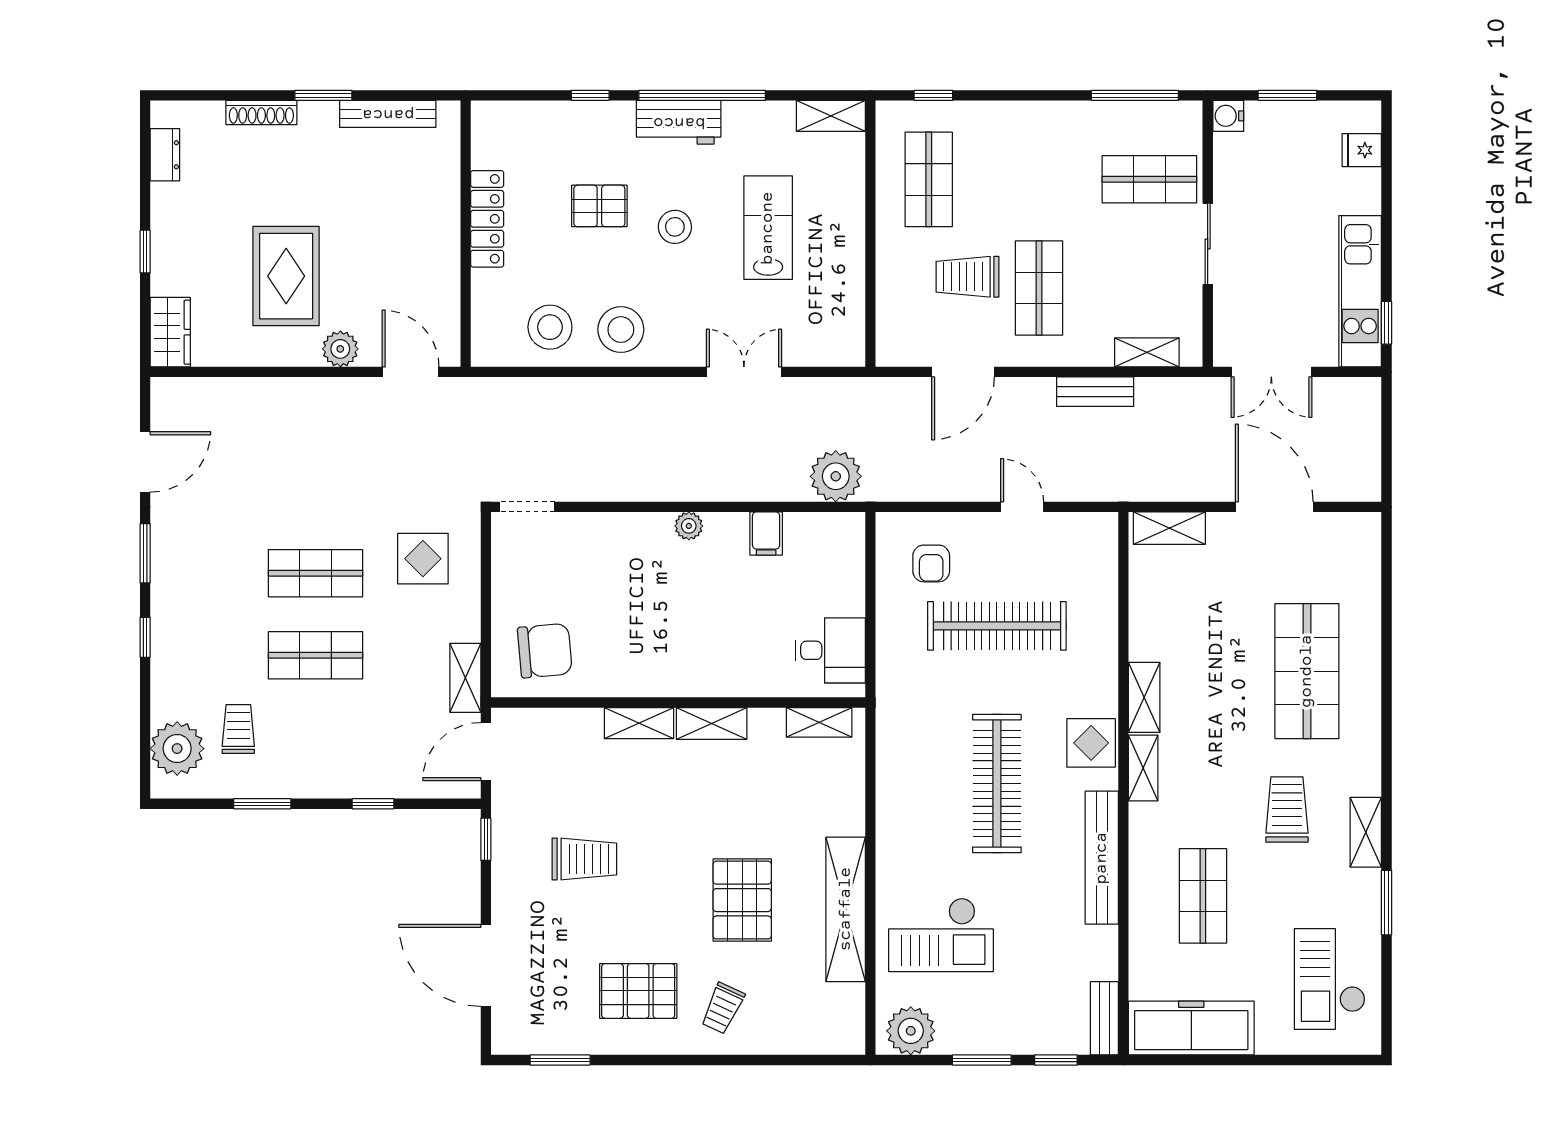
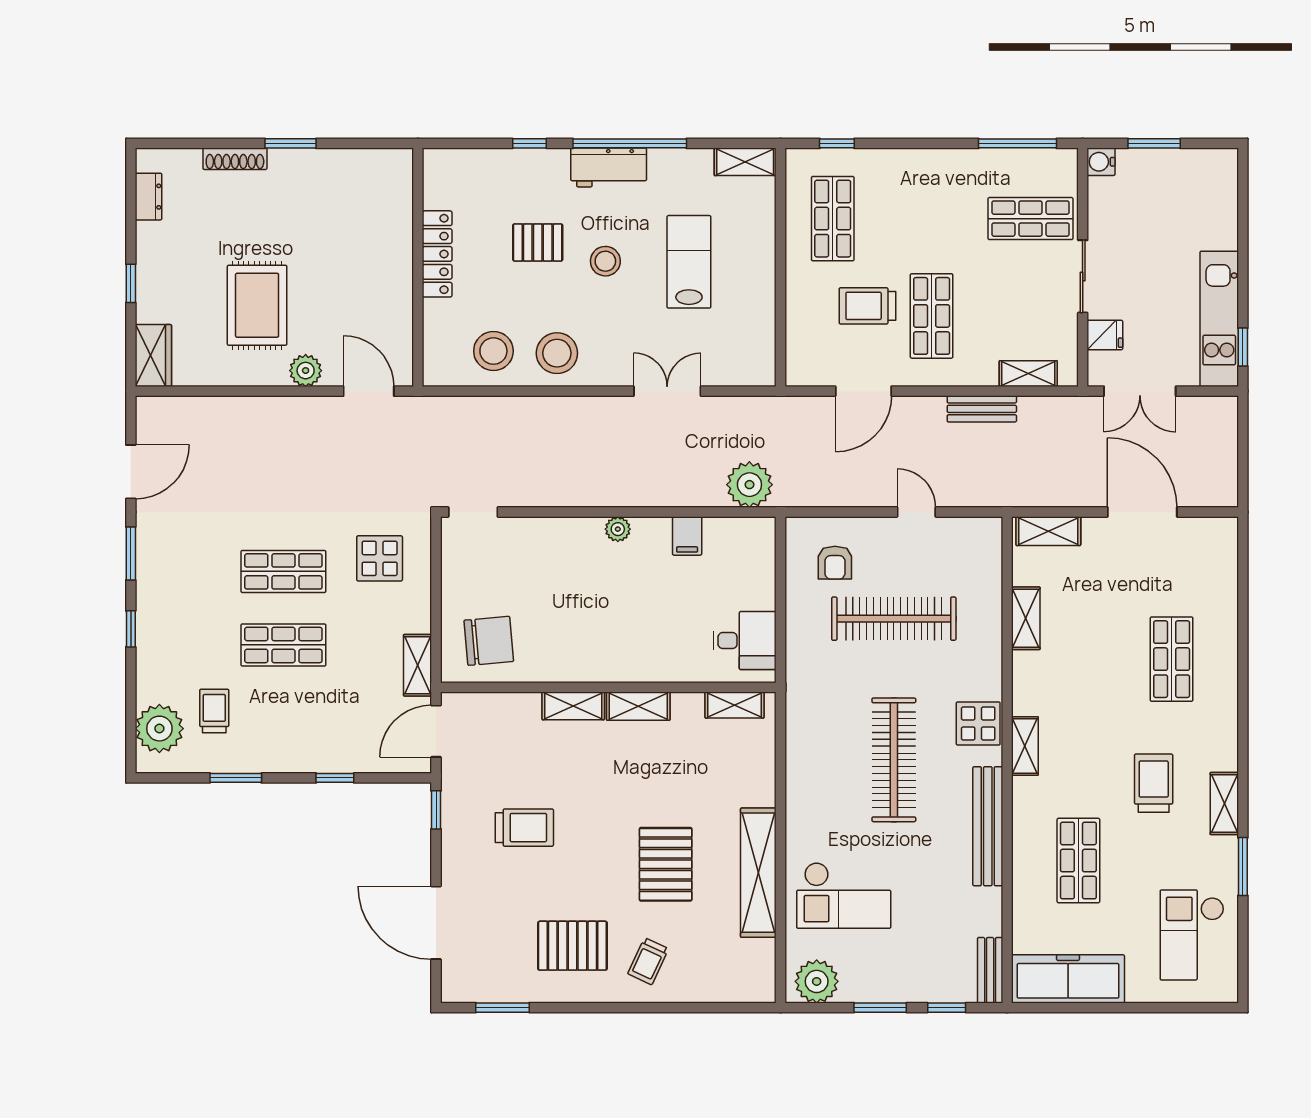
bench: (388, 114) -> (348, 160), removed
fridge: (1362, 150) -> (1105, 335), moved, turned 180
shop shelf: (1307, 671) -> (1172, 659), width x0.70, depth x0.74
shelving: (1144, 697) -> (1026, 618), moved

